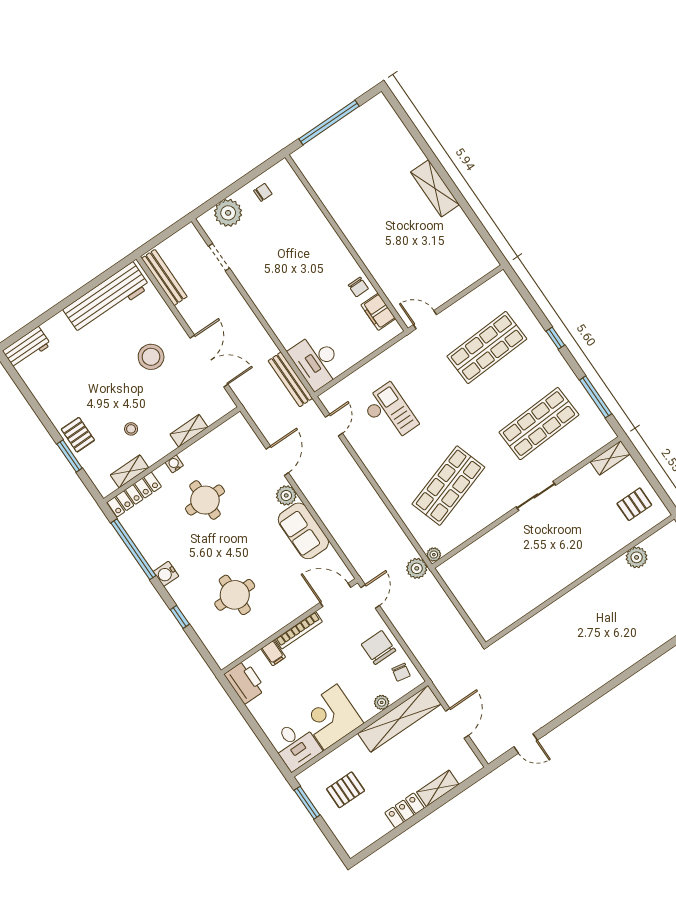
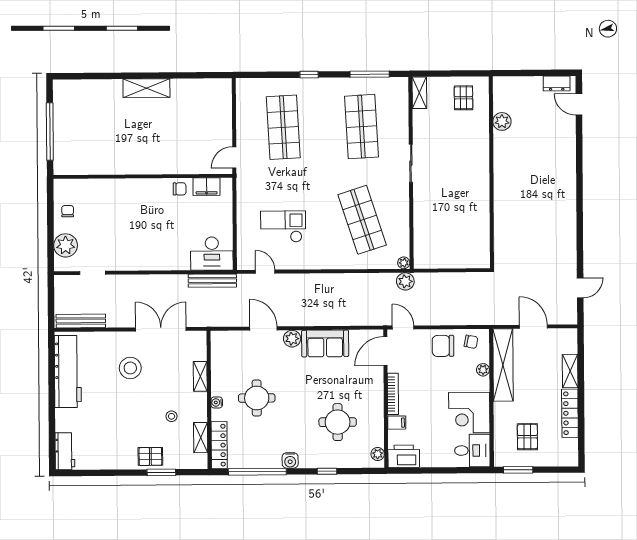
plant: (230, 655) -> (378, 454), added
locker: (405, 810) -> (570, 413), width x1.53

